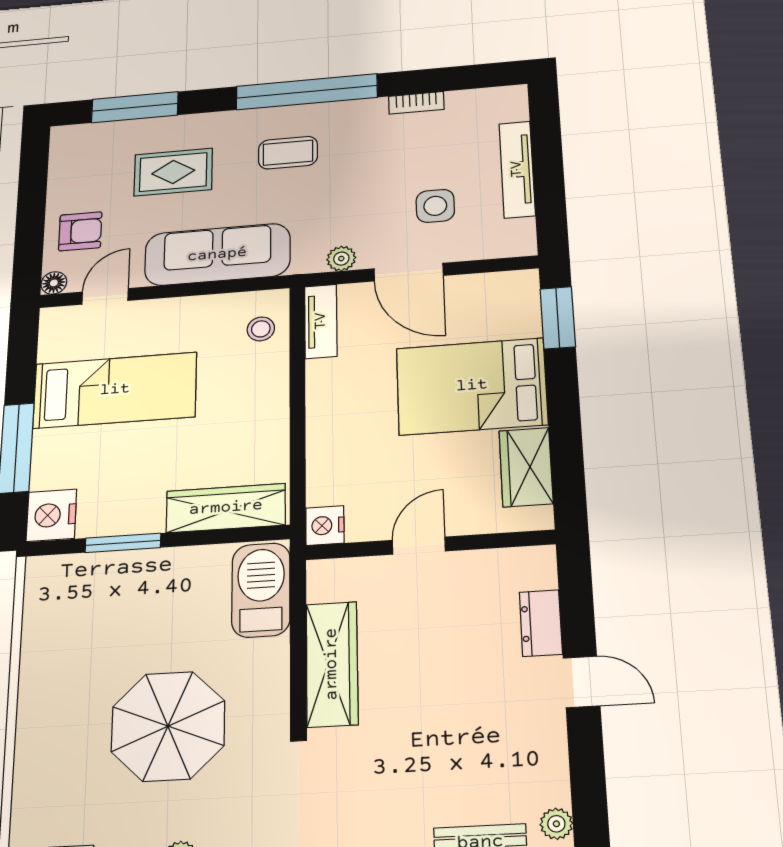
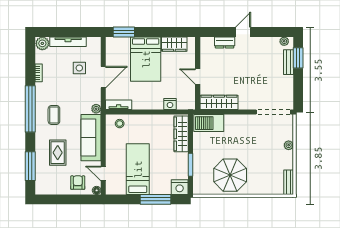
plant: (508, 104) -> (42, 43), added
plant: (341, 259) -> (96, 109), moved
nightstand: (325, 525) -> (170, 104), moved
wardrobe: (332, 664) -> (219, 102), moved
parasol: (168, 726) -> (230, 175), moved

